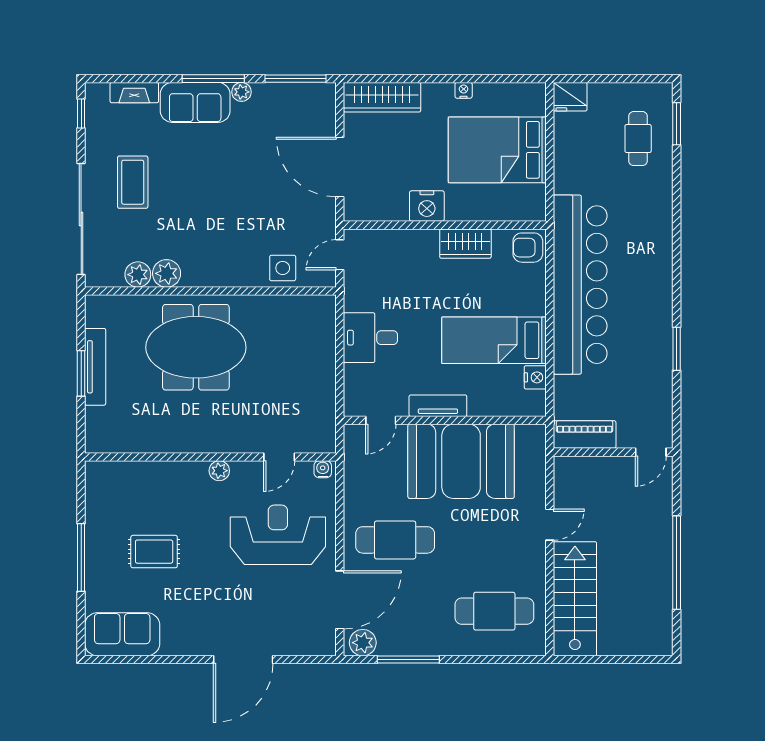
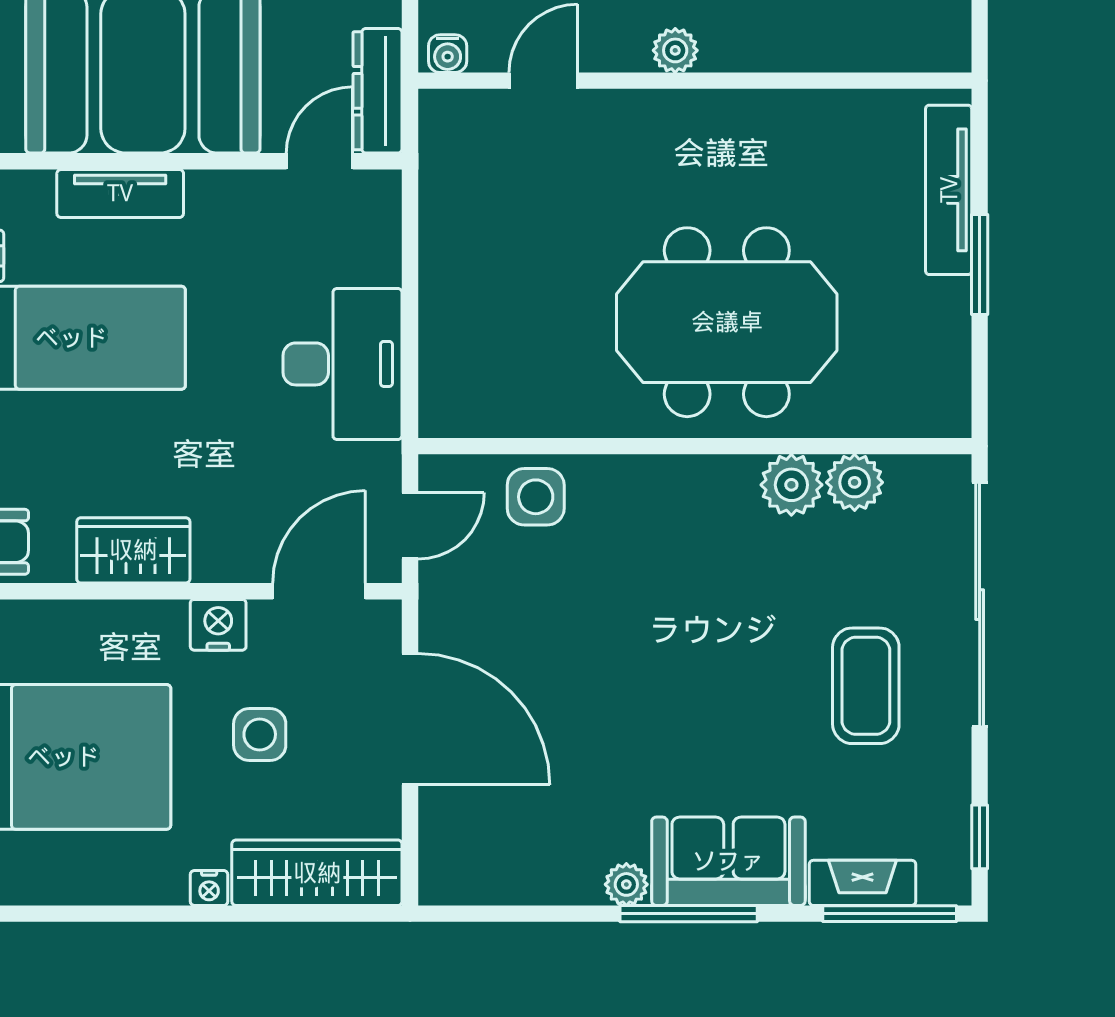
window: (295, 79) -> (890, 914), moved
nightstand: (464, 90) -> (209, 888), moved
side table: (408, 160) -> (260, 734), added
nightstand: (427, 206) -> (218, 625), width x0.74, depth x0.75
door: (381, 225) -> (319, 591), added
desk: (370, 338) -> (343, 364), width x1.37
tv unit: (95, 367) -> (949, 190), moved
tv unit: (438, 406) -> (120, 193), moved
dresser: (355, 452) -> (377, 91), added

